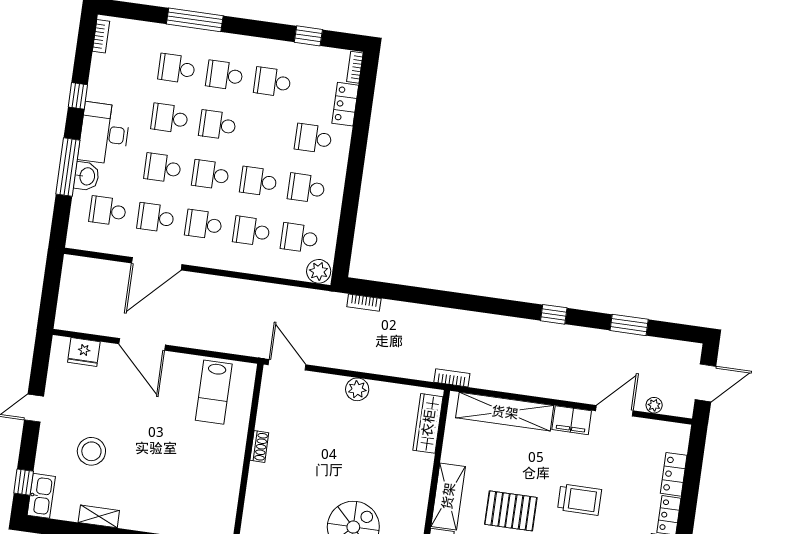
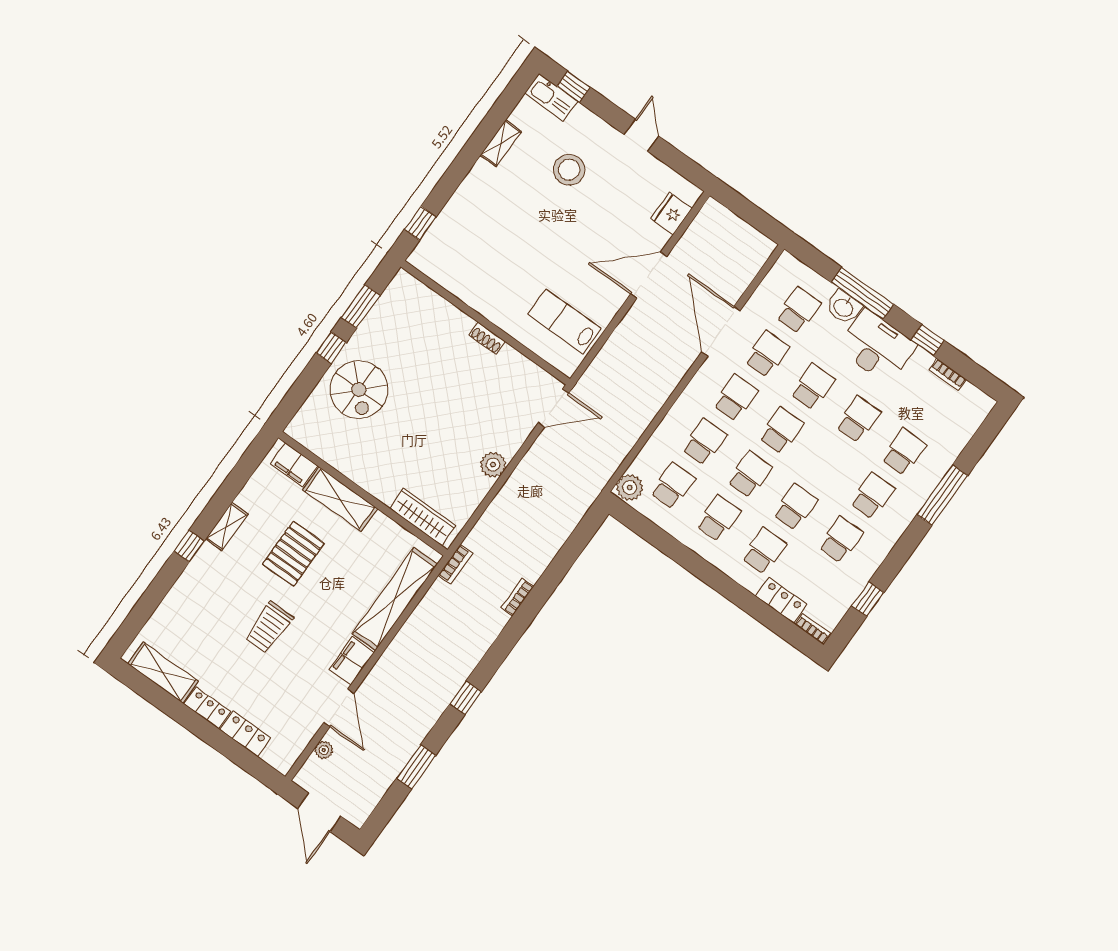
bookcase: (101, 36) -> (948, 375), moved
school desk: (218, 125) -> (795, 507), moved
bookcase: (364, 303) -> (517, 597), moved

